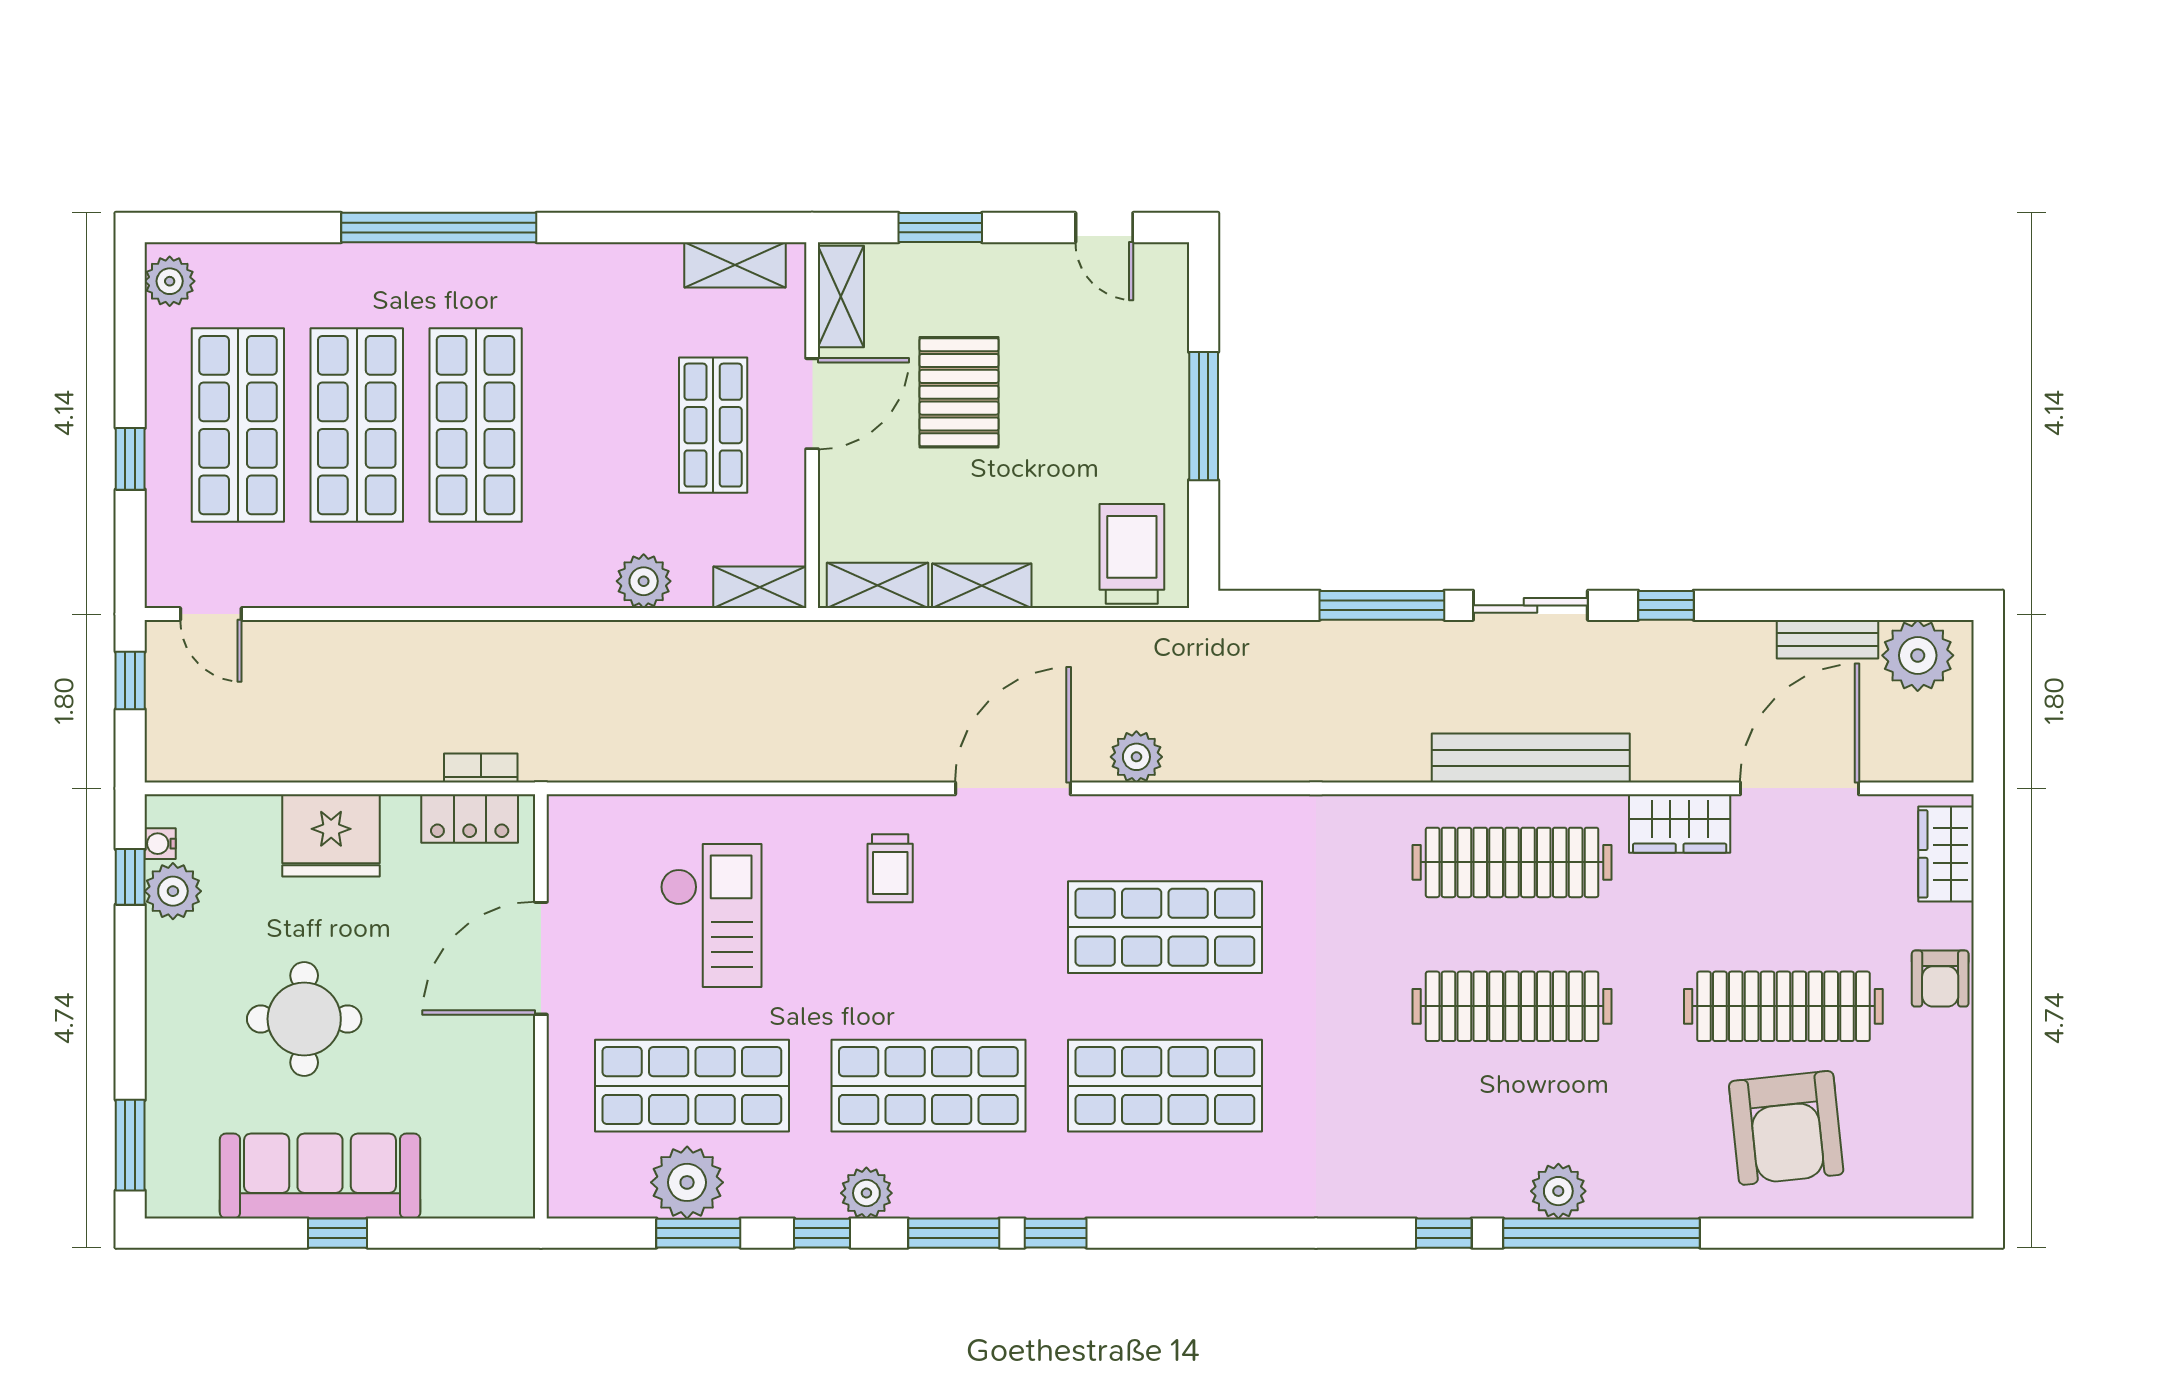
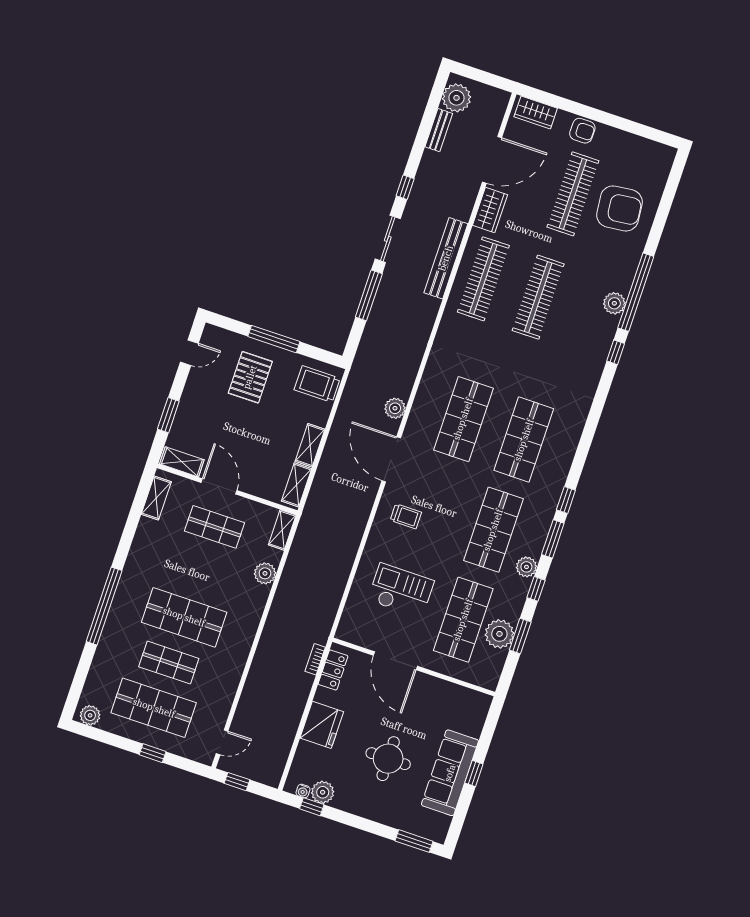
pallet: (959, 392) -> (250, 377), moved, turned 90
shop shelf: (357, 425) -> (169, 663), width x0.70, depth x0.74
door: (1800, 788) -> (492, 160), swing flipped

